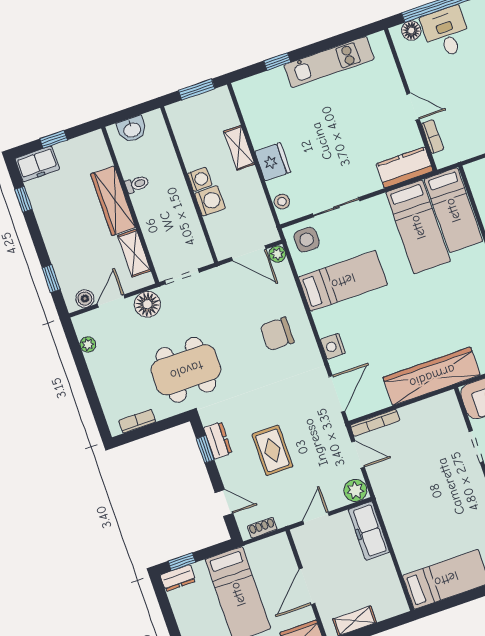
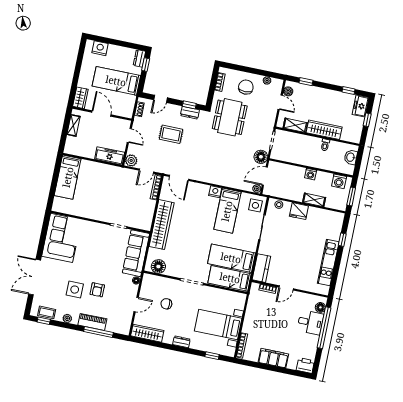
washing machine: (210, 201) -> (339, 181), moved
floor lamp: (147, 304) -> (261, 157), moved
chair: (277, 334) -> (246, 87), moved
nightstand: (333, 346) -> (215, 192), moved

